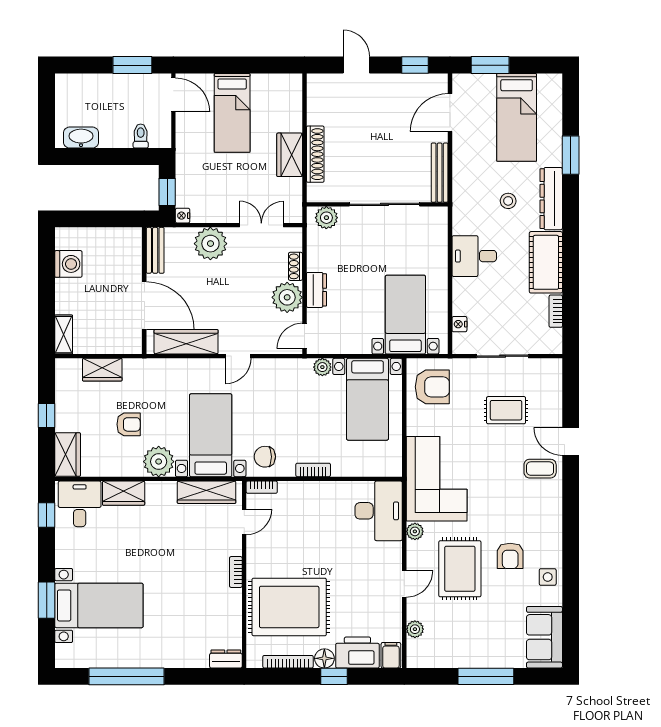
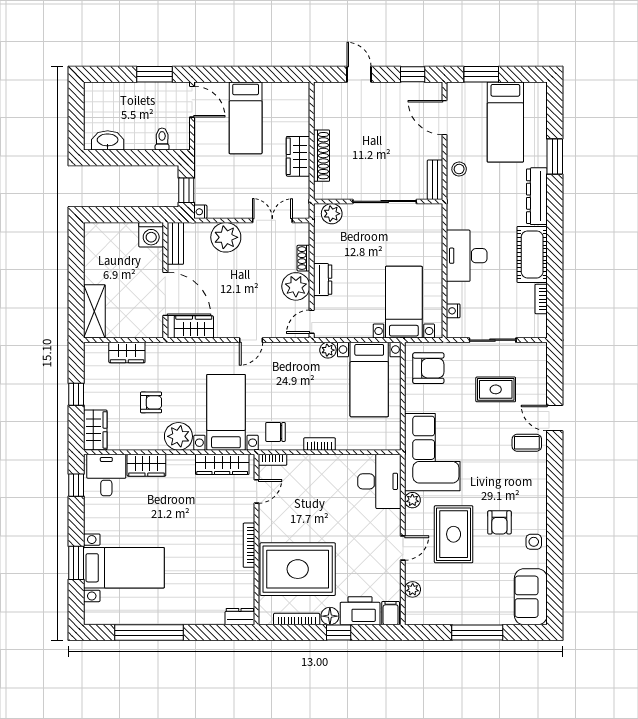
door: (450, 113) -> (445, 118), hinge flipped
bench: (440, 173) -> (435, 180), width x0.73
stool: (508, 201) -> (459, 169), moved
desk: (474, 256) -> (467, 256), width x1.37
washing machine: (68, 264) -> (151, 235), moved, turned 90
shelving: (64, 335) -> (94, 311), width x1.50, depth x1.33
wardrobe: (186, 342) -> (194, 327), width x0.67
bookcase: (236, 572) -> (249, 545), width x1.56

